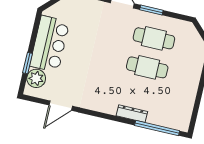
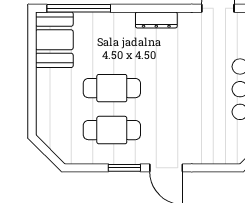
booth: (179, 110) -> (54, 40), added
dresser: (132, 114) -> (156, 20), moved

